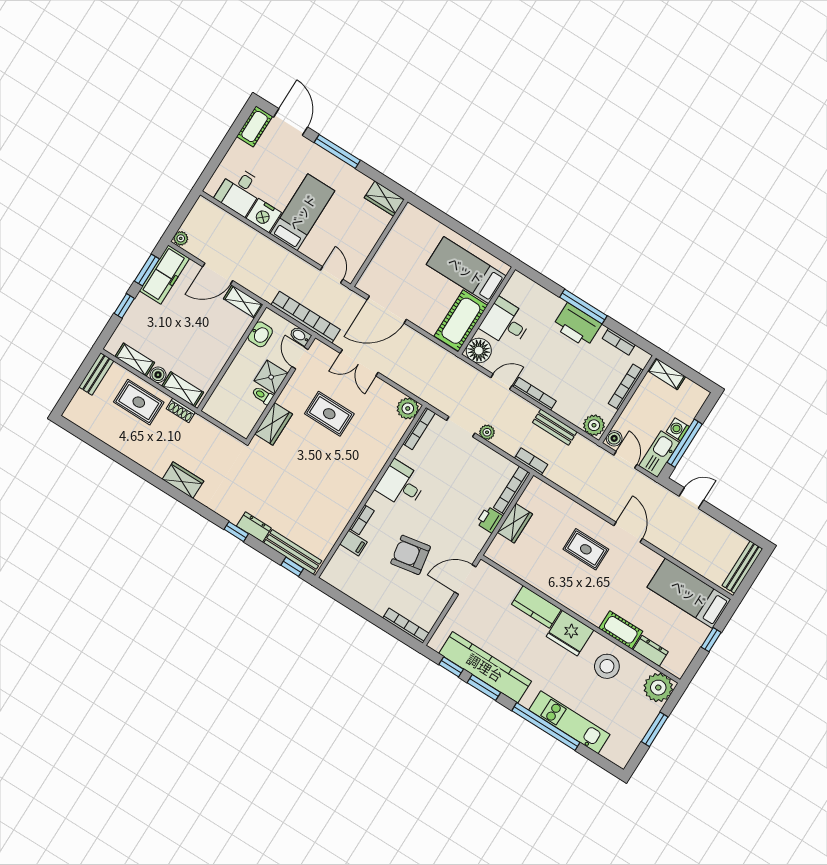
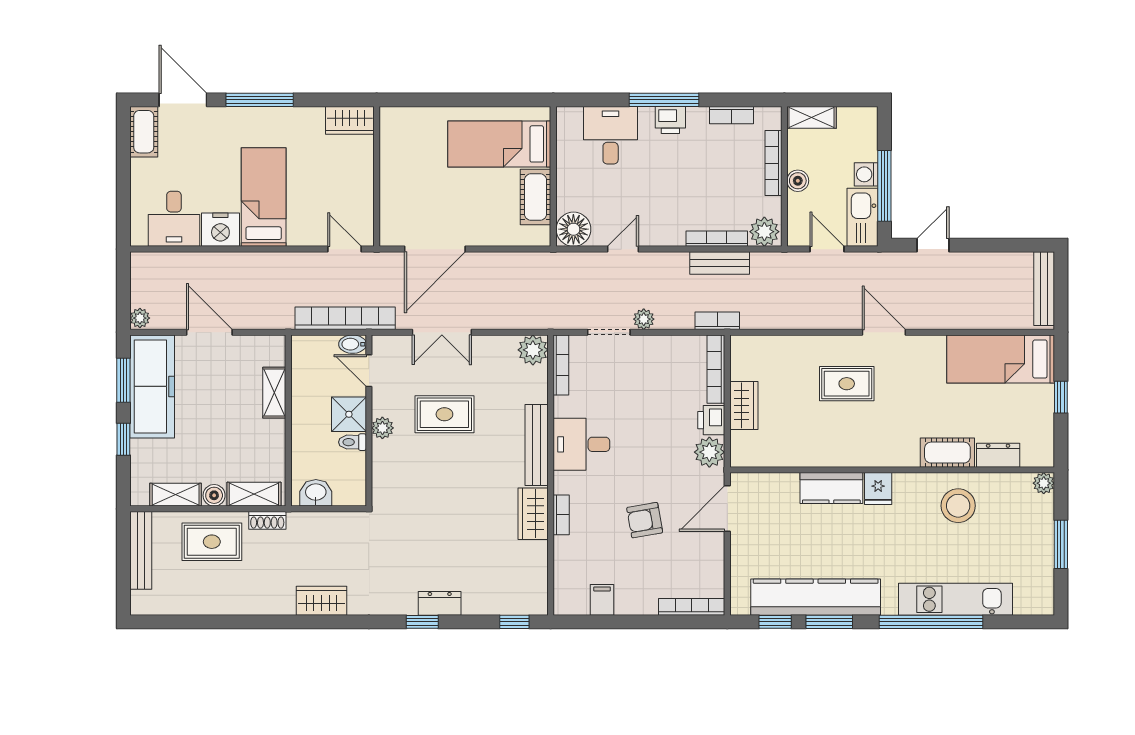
door: (218, 274) -> (209, 332), swing flipped
freezer: (164, 275) -> (152, 386), width x1.36, depth x1.26
shelving: (243, 302) -> (274, 393), moved, turned 90
cot: (461, 321) -> (535, 197), width x0.73, depth x0.75
desk: (506, 323) -> (611, 135), moved, turned 90
printer: (577, 325) -> (670, 120), width x0.53, depth x0.68
washbasin: (260, 334) -> (316, 493), moved, turned -90
bench: (96, 374) -> (141, 550), width x1.36
bookcase: (535, 394) -> (717, 239), moved
plant: (286, 398) -> (382, 428), added
wardrobe: (273, 424) -> (533, 514), moved, turned 180
boiler: (614, 438) -> (798, 181), moved
plant: (476, 538) -> (709, 452), added
filing cabinet: (353, 543) -> (602, 600), moved, turned -90
bench: (293, 552) -> (537, 445), moved, turned 90
armchair: (411, 555) -> (645, 520), width x0.72, depth x0.72
fridge: (570, 633) -> (878, 489), width x0.53, depth x0.75
plant: (658, 688) -> (1044, 483), width x0.53, depth x0.53

